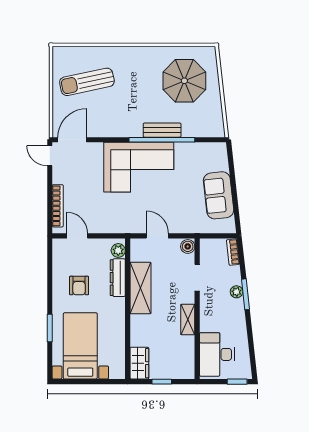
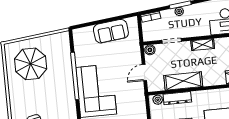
bench: (162, 130) -> (68, 77), removed

